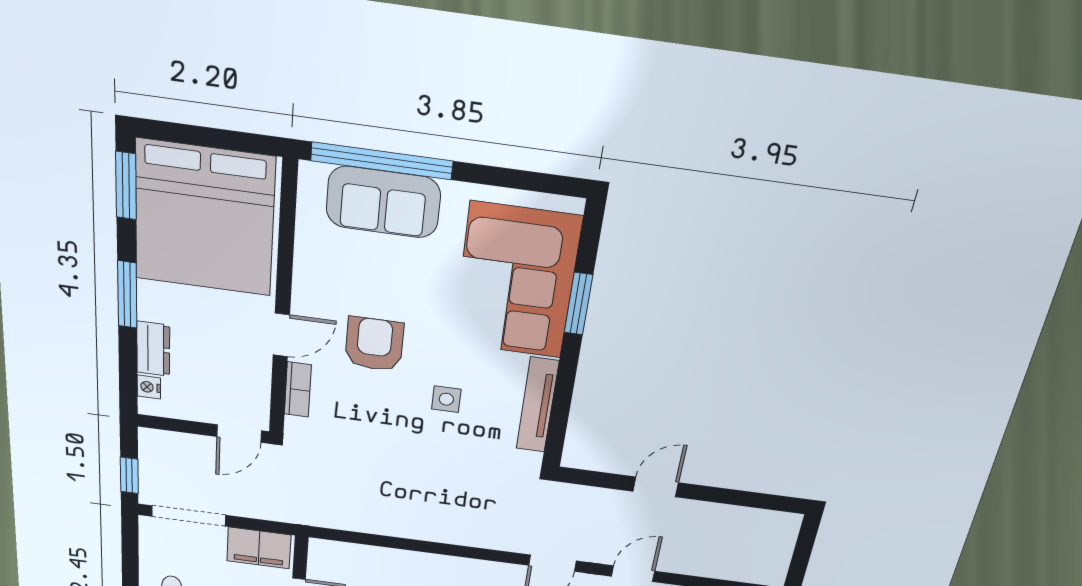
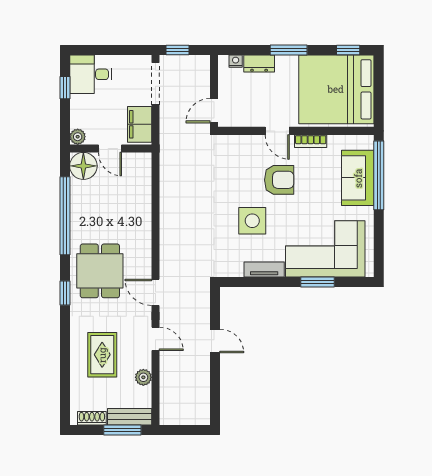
window: (126, 186) -> (348, 50), width x0.67
bookcase: (298, 390) -> (311, 141), moved
side table: (446, 399) -> (252, 221), width x1.87, depth x1.87
tv unit: (537, 405) -> (264, 269), width x0.71
door: (239, 434) -> (214, 111), hinge flipped

